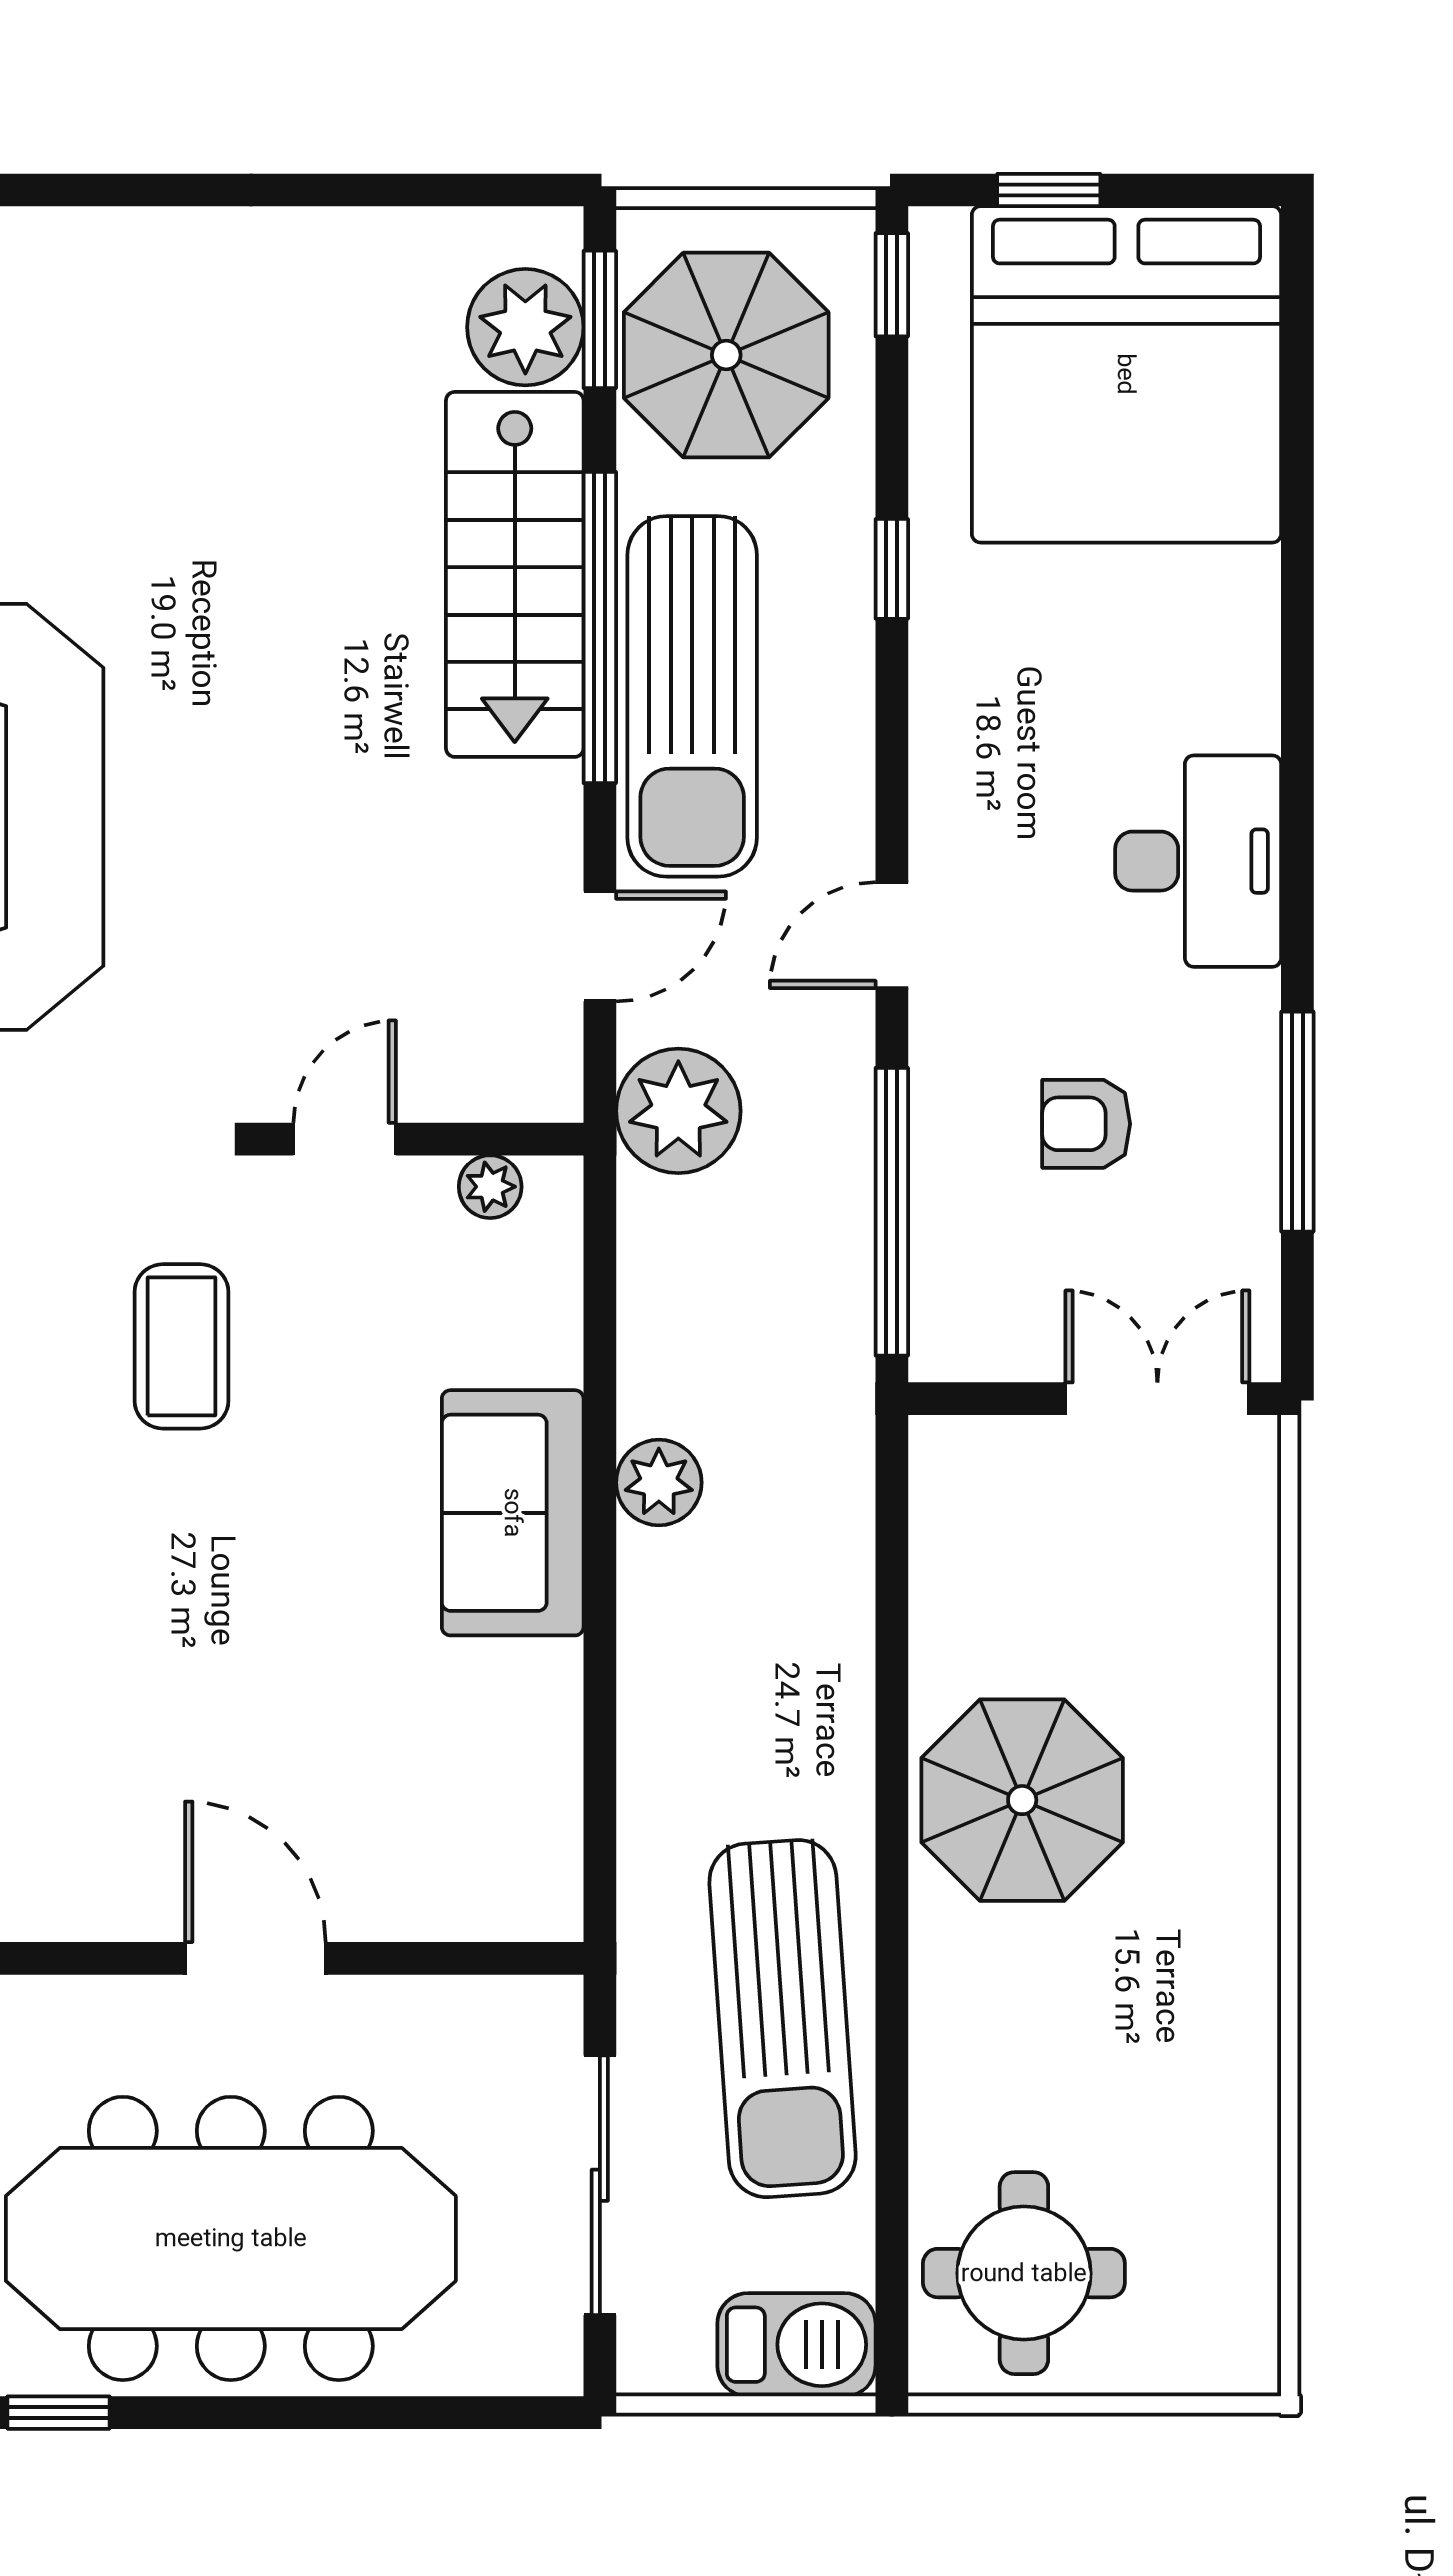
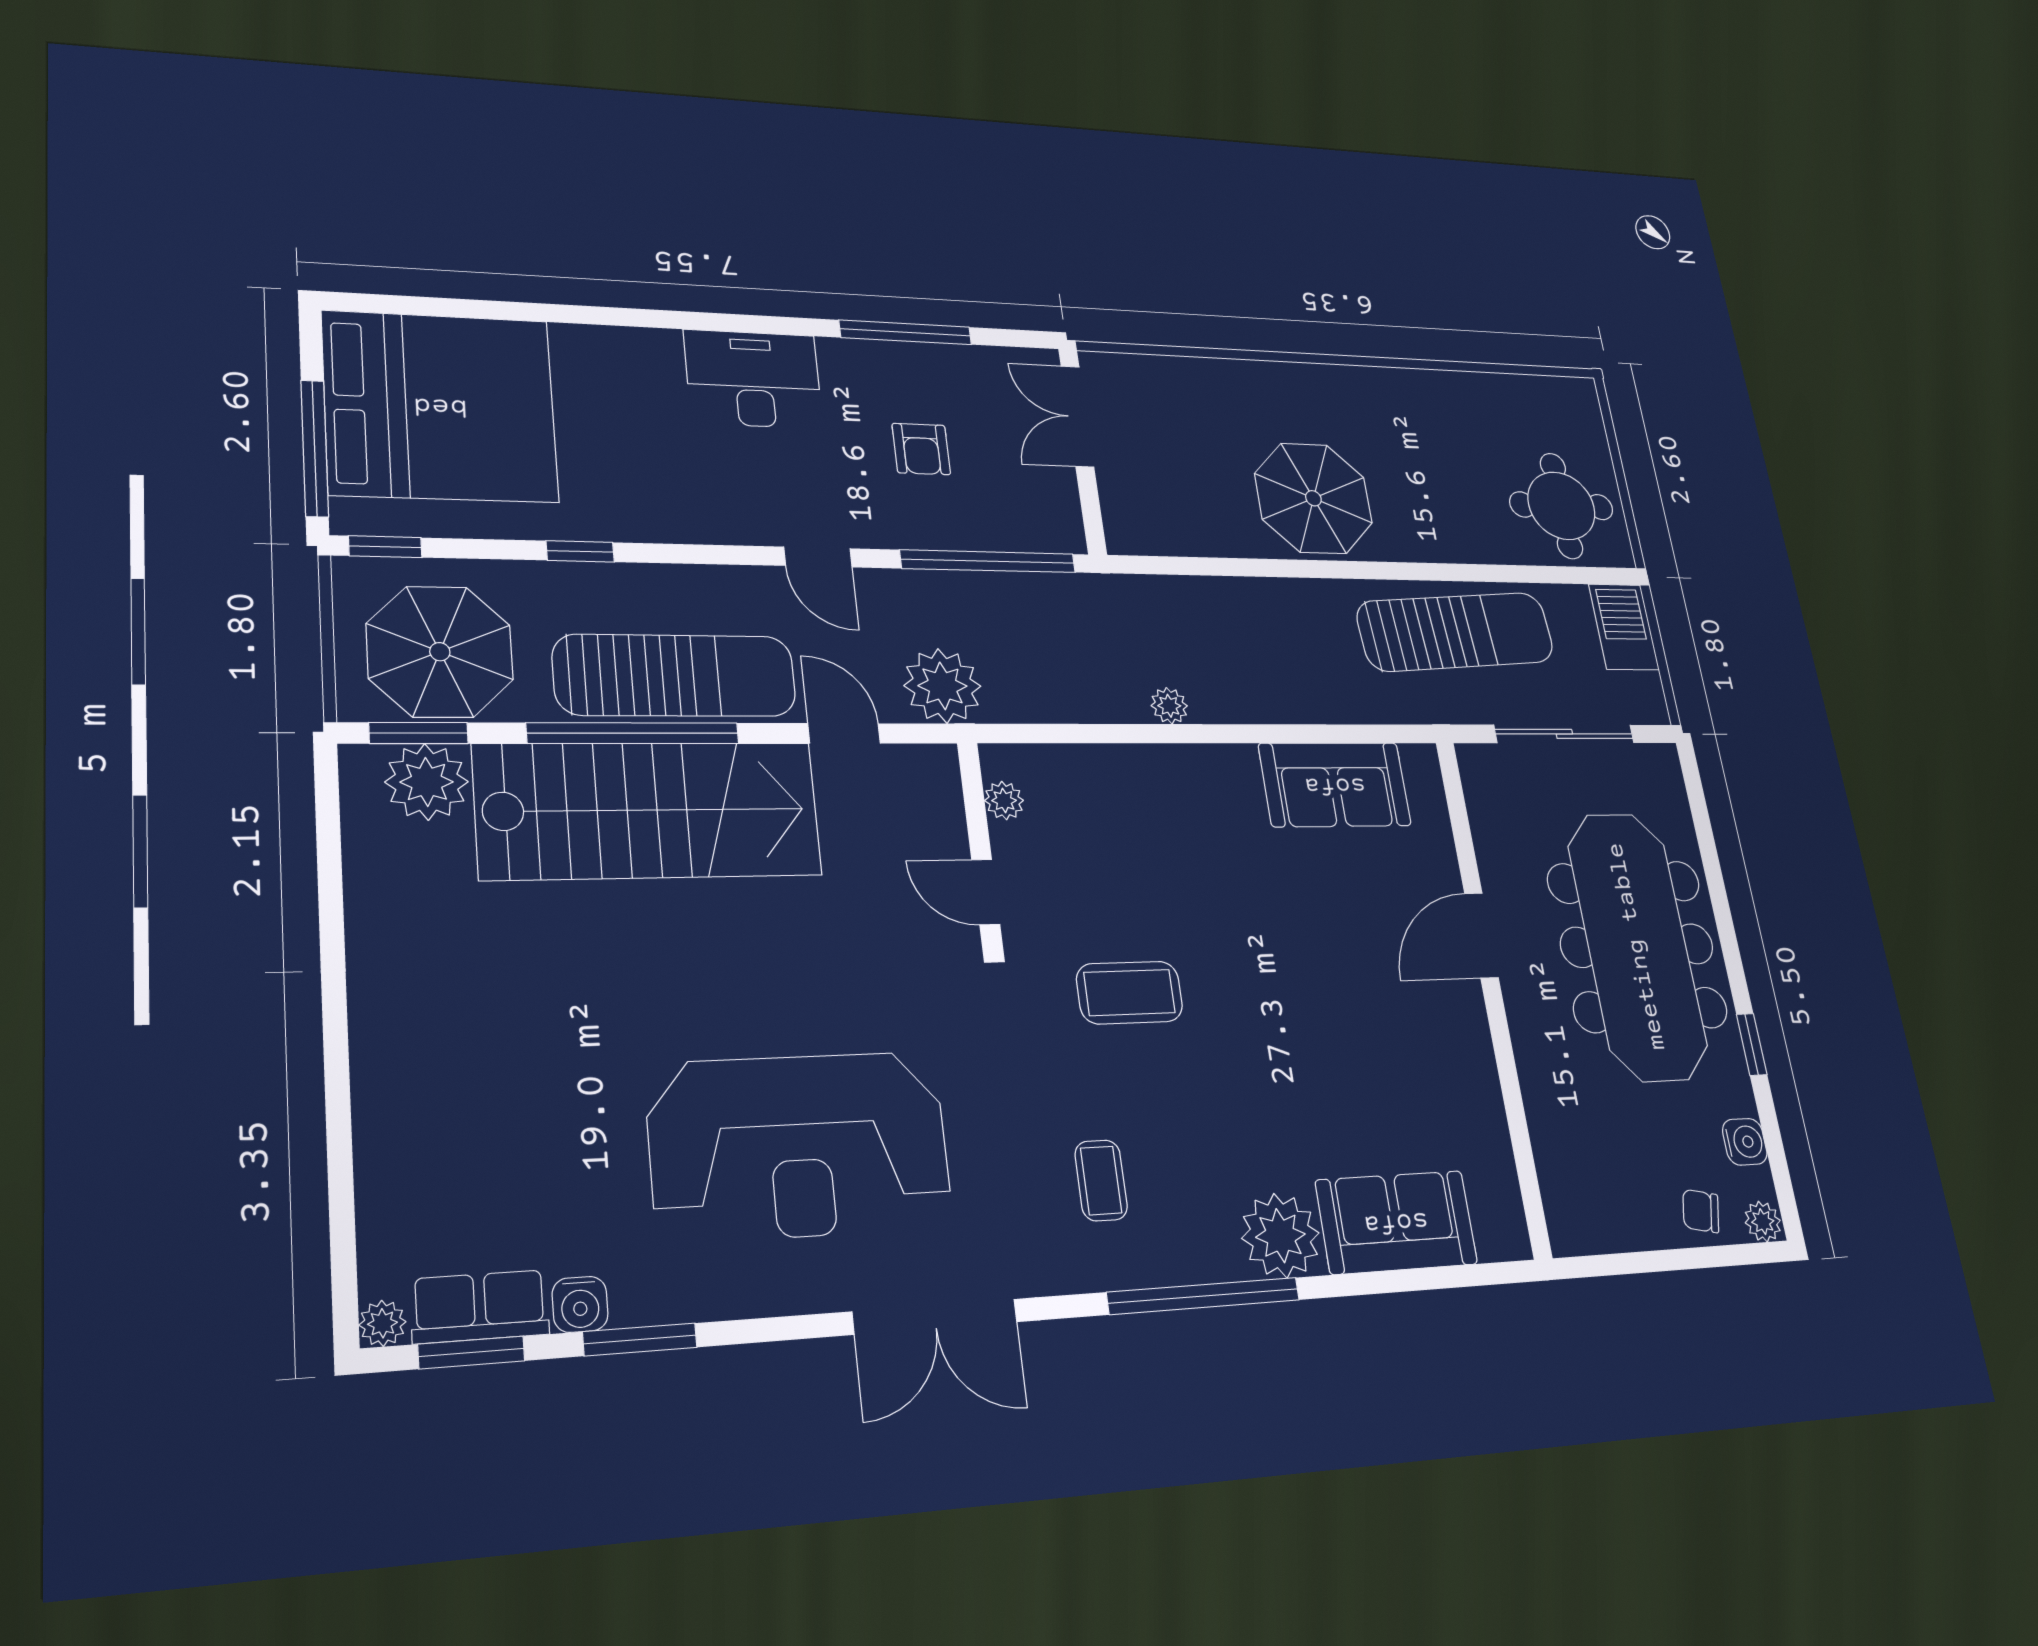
window: (1049, 190) -> (315, 448), width x2.17
stairs: (515, 574) -> (649, 810), width x1.36, depth x1.51
plant: (659, 1483) -> (1169, 706), width x0.73, depth x0.73
sofa: (513, 1513) -> (1335, 785), moved

